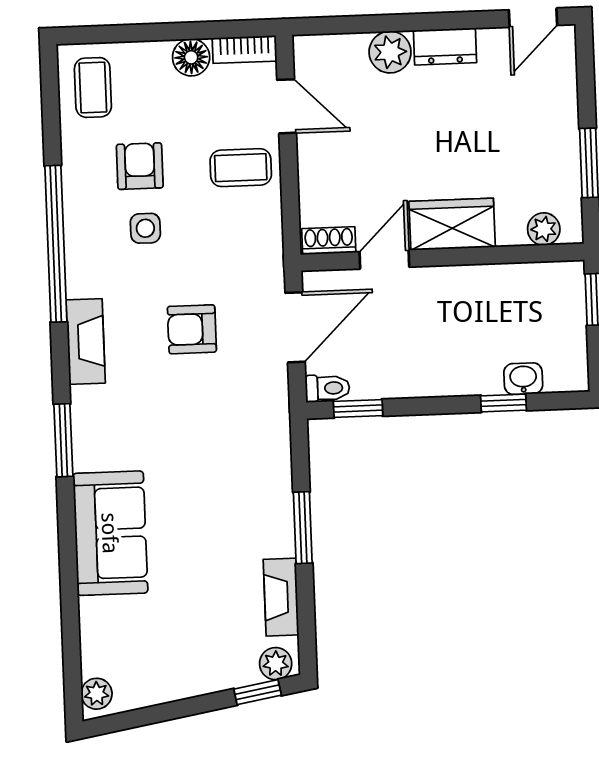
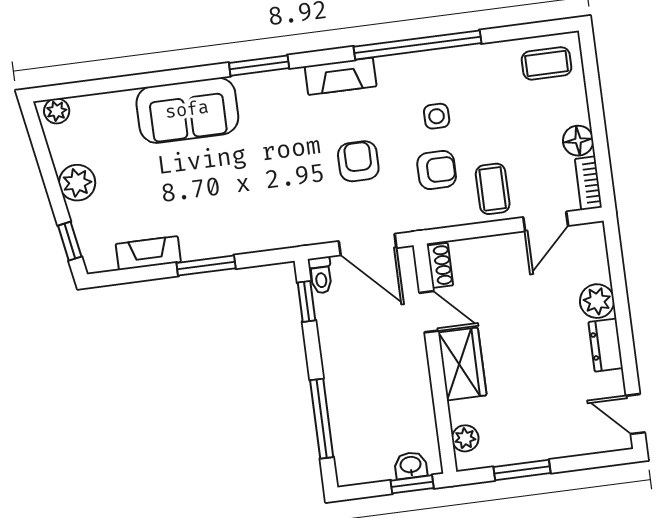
armchair: (140, 166) -> (437, 170), moved
washbasin: (523, 379) -> (411, 465), moved, turned -90
window: (503, 403) -> (322, 419), width x2.17
plant: (276, 664) -> (77, 183), moved, width x1.38, depth x1.38

